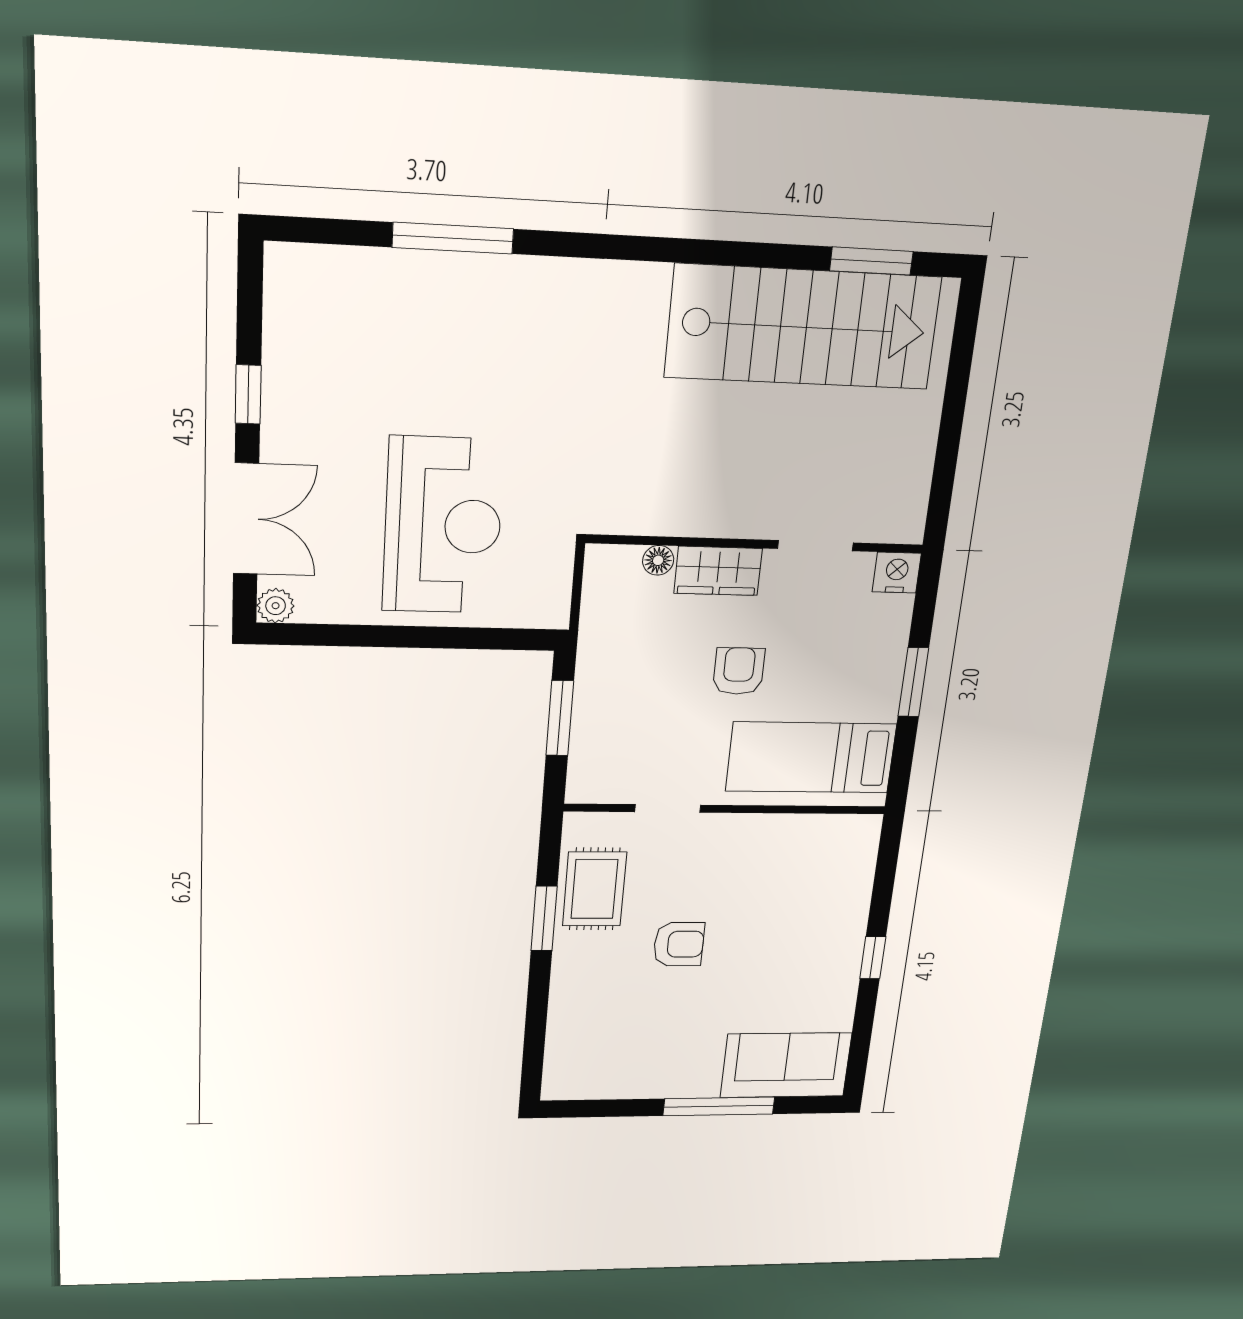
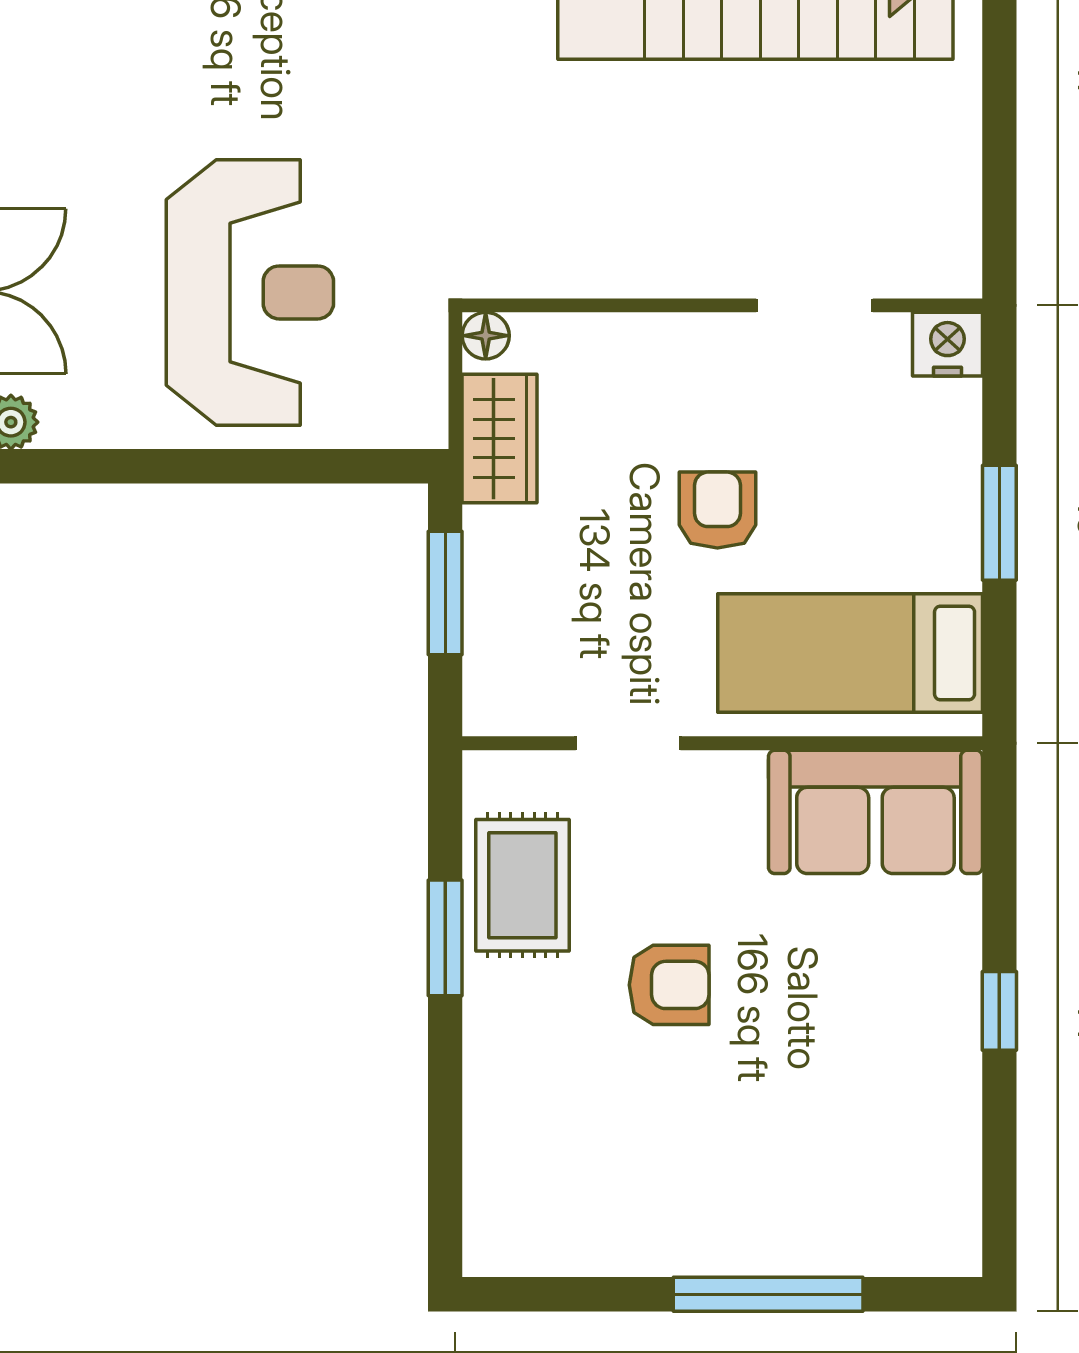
floor lamp: (658, 560) -> (486, 336), moved
wardrobe: (718, 571) -> (500, 439), moved, turned -90
sofa: (786, 1065) -> (875, 812), moved, turned 180

